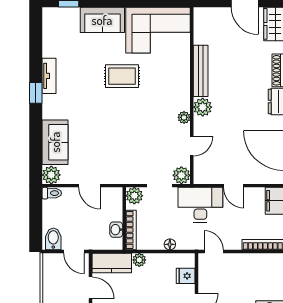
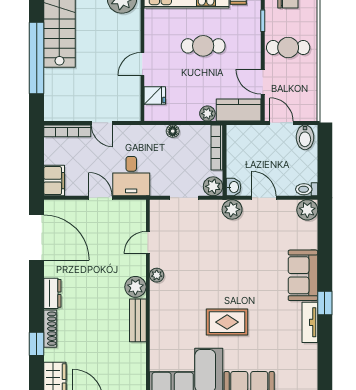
bench: (201, 71) -> (138, 320), width x0.73
sofa: (55, 142) -> (303, 275), moved
plant: (181, 175) -> (232, 209), moved
desk: (200, 205) -> (131, 176), width x0.73
washbasin: (116, 230) -> (234, 187), moved
door: (214, 252) -> (102, 123), moved

